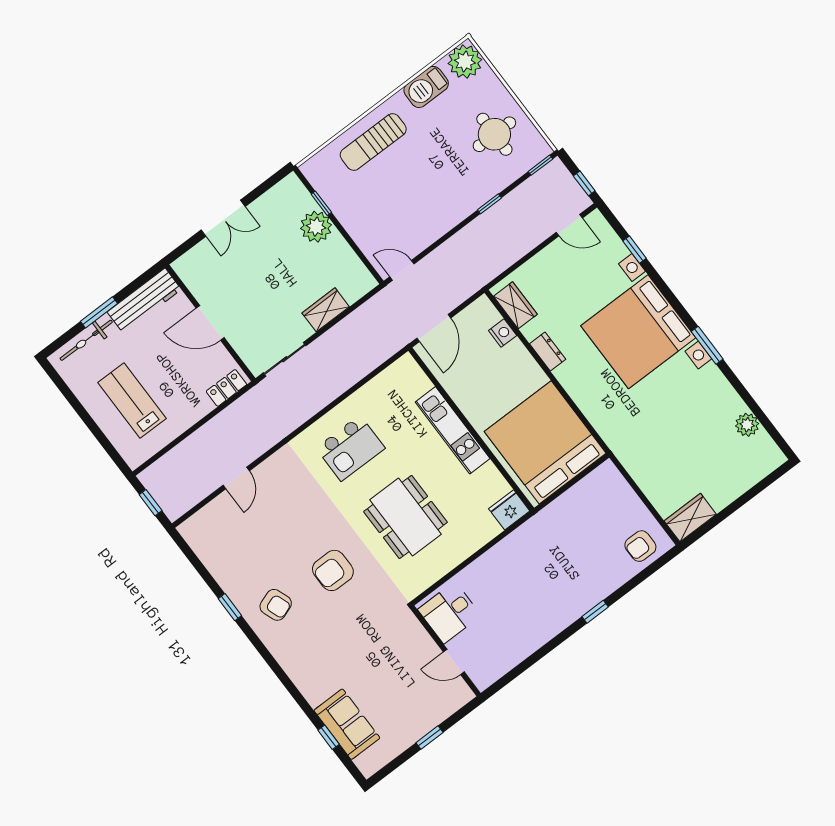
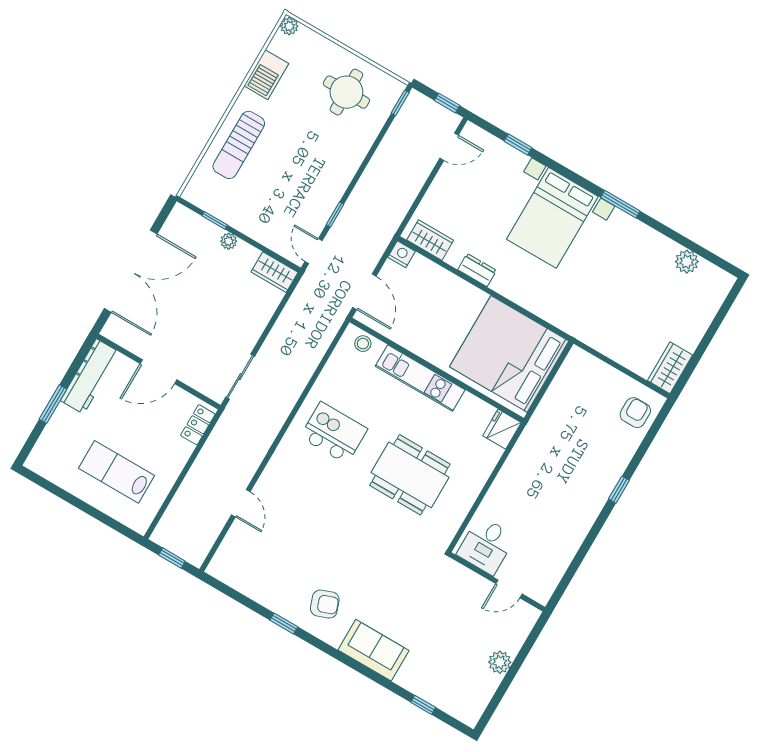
plant: (465, 62) -> (289, 26), width x0.53, depth x0.53
window: (489, 204) -> (335, 214), moved
double door: (223, 218) -> (131, 271), width x1.87
plant: (316, 227) -> (229, 241), width x0.53, depth x0.53
door: (402, 270) -> (314, 251), hinge flipped
wardrobe: (326, 310) -> (275, 272), moved, turned -90
bed with nightstands: (638, 332) -> (552, 218), width x0.73
nightstand: (503, 333) -> (402, 254), moved
bicycle: (86, 340) -> (52, 434), removed
stool: (412, 376) -> (363, 344), added
kitchen island: (350, 448) -> (334, 433), turned -90
armchair: (640, 546) -> (635, 413), turned 180
armchair: (333, 570) -> (364, 551), removed
sofa: (347, 724) -> (374, 650), moved
plant: (417, 727) -> (500, 662), added
window: (430, 738) -> (515, 667), removed

